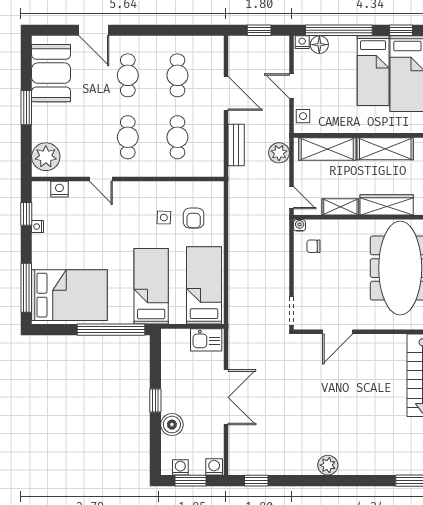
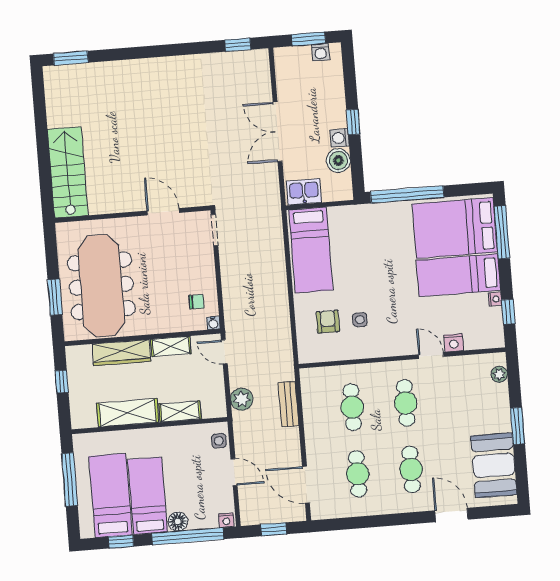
floor lamp: (319, 45) -> (178, 521), moved
door: (226, 93) -> (306, 485), moved
shelving: (327, 149) -> (180, 411), width x0.67, depth x0.75
plant: (46, 157) -> (499, 374), width x0.53, depth x0.53
nightstand: (59, 189) -> (454, 343), moved
bed: (151, 286) -> (458, 275), moved, turned 90
door: (338, 332) -> (163, 212), hinge flipped
boiler: (172, 425) -> (338, 161), moved
plant: (328, 465) -> (162, 67), removed
washing machine: (214, 467) -> (340, 138), moved, turned 90

